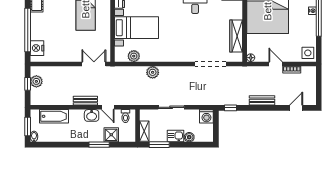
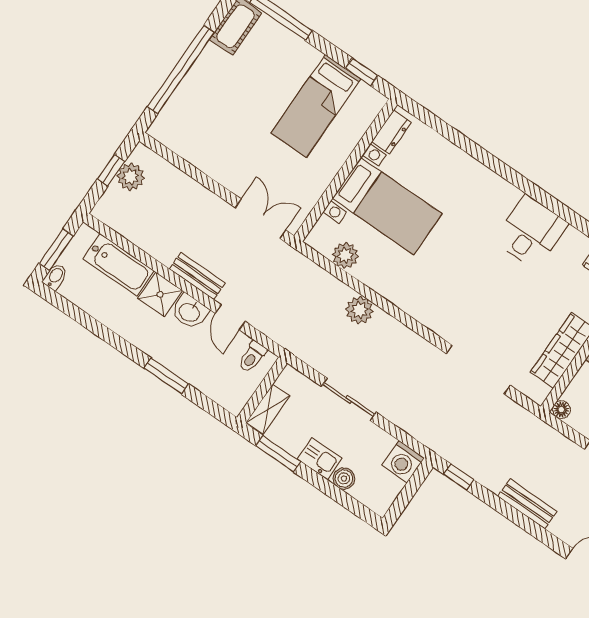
nightstand: (37, 48) -> (175, 115), removed
shower: (111, 135) -> (160, 294), moved

